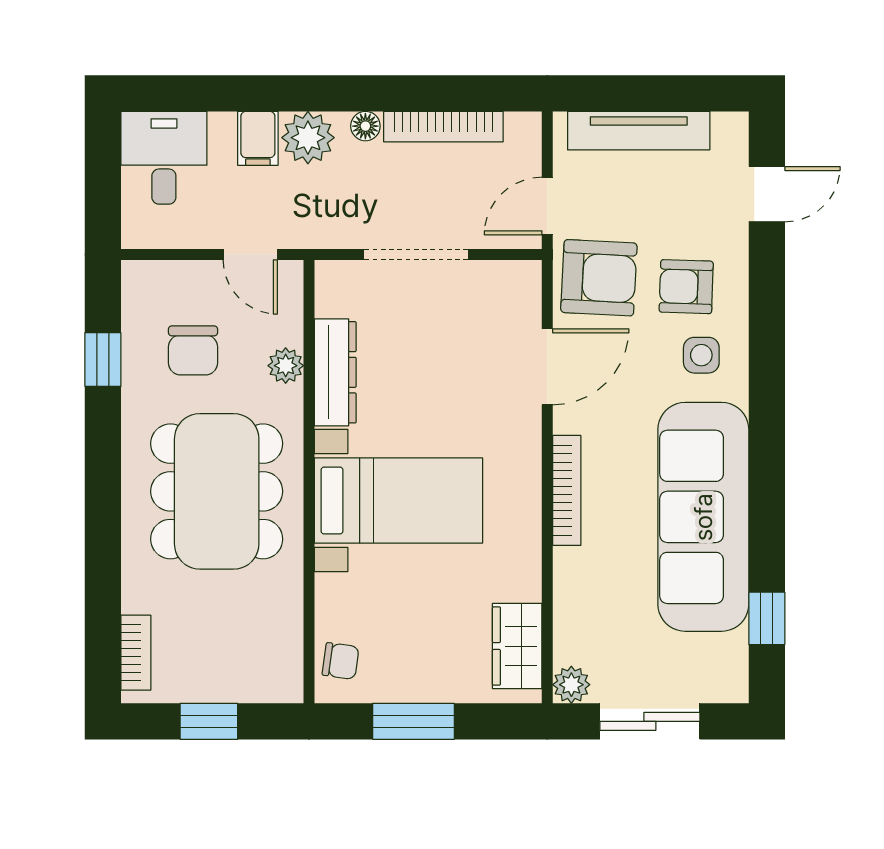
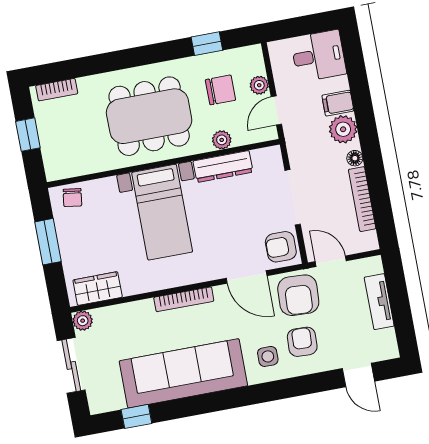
tv unit: (639, 131) -> (379, 302), width x0.71
plant: (198, 277) -> (259, 85), added
armchair: (503, 293) -> (281, 247), added
chair: (193, 350) -> (220, 90), turned 180

